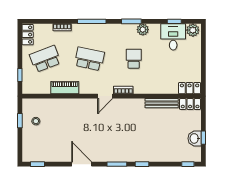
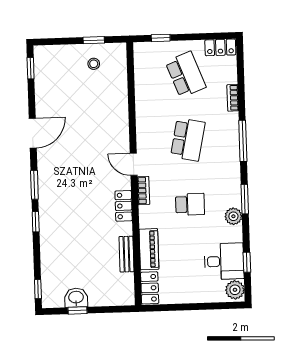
piano: (65, 88) -> (149, 249), moved
bench: (162, 103) -> (126, 254), width x0.73
locker: (190, 104) -> (124, 206), moved

